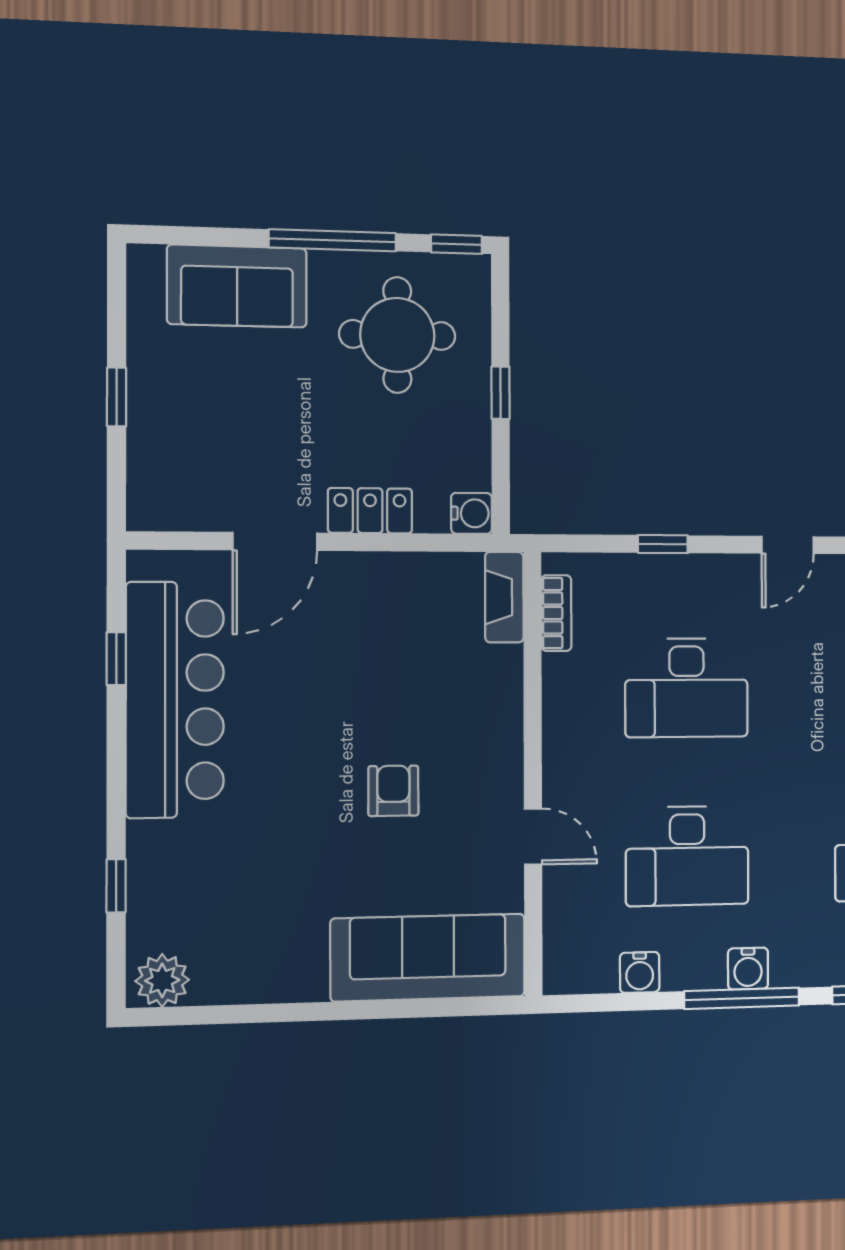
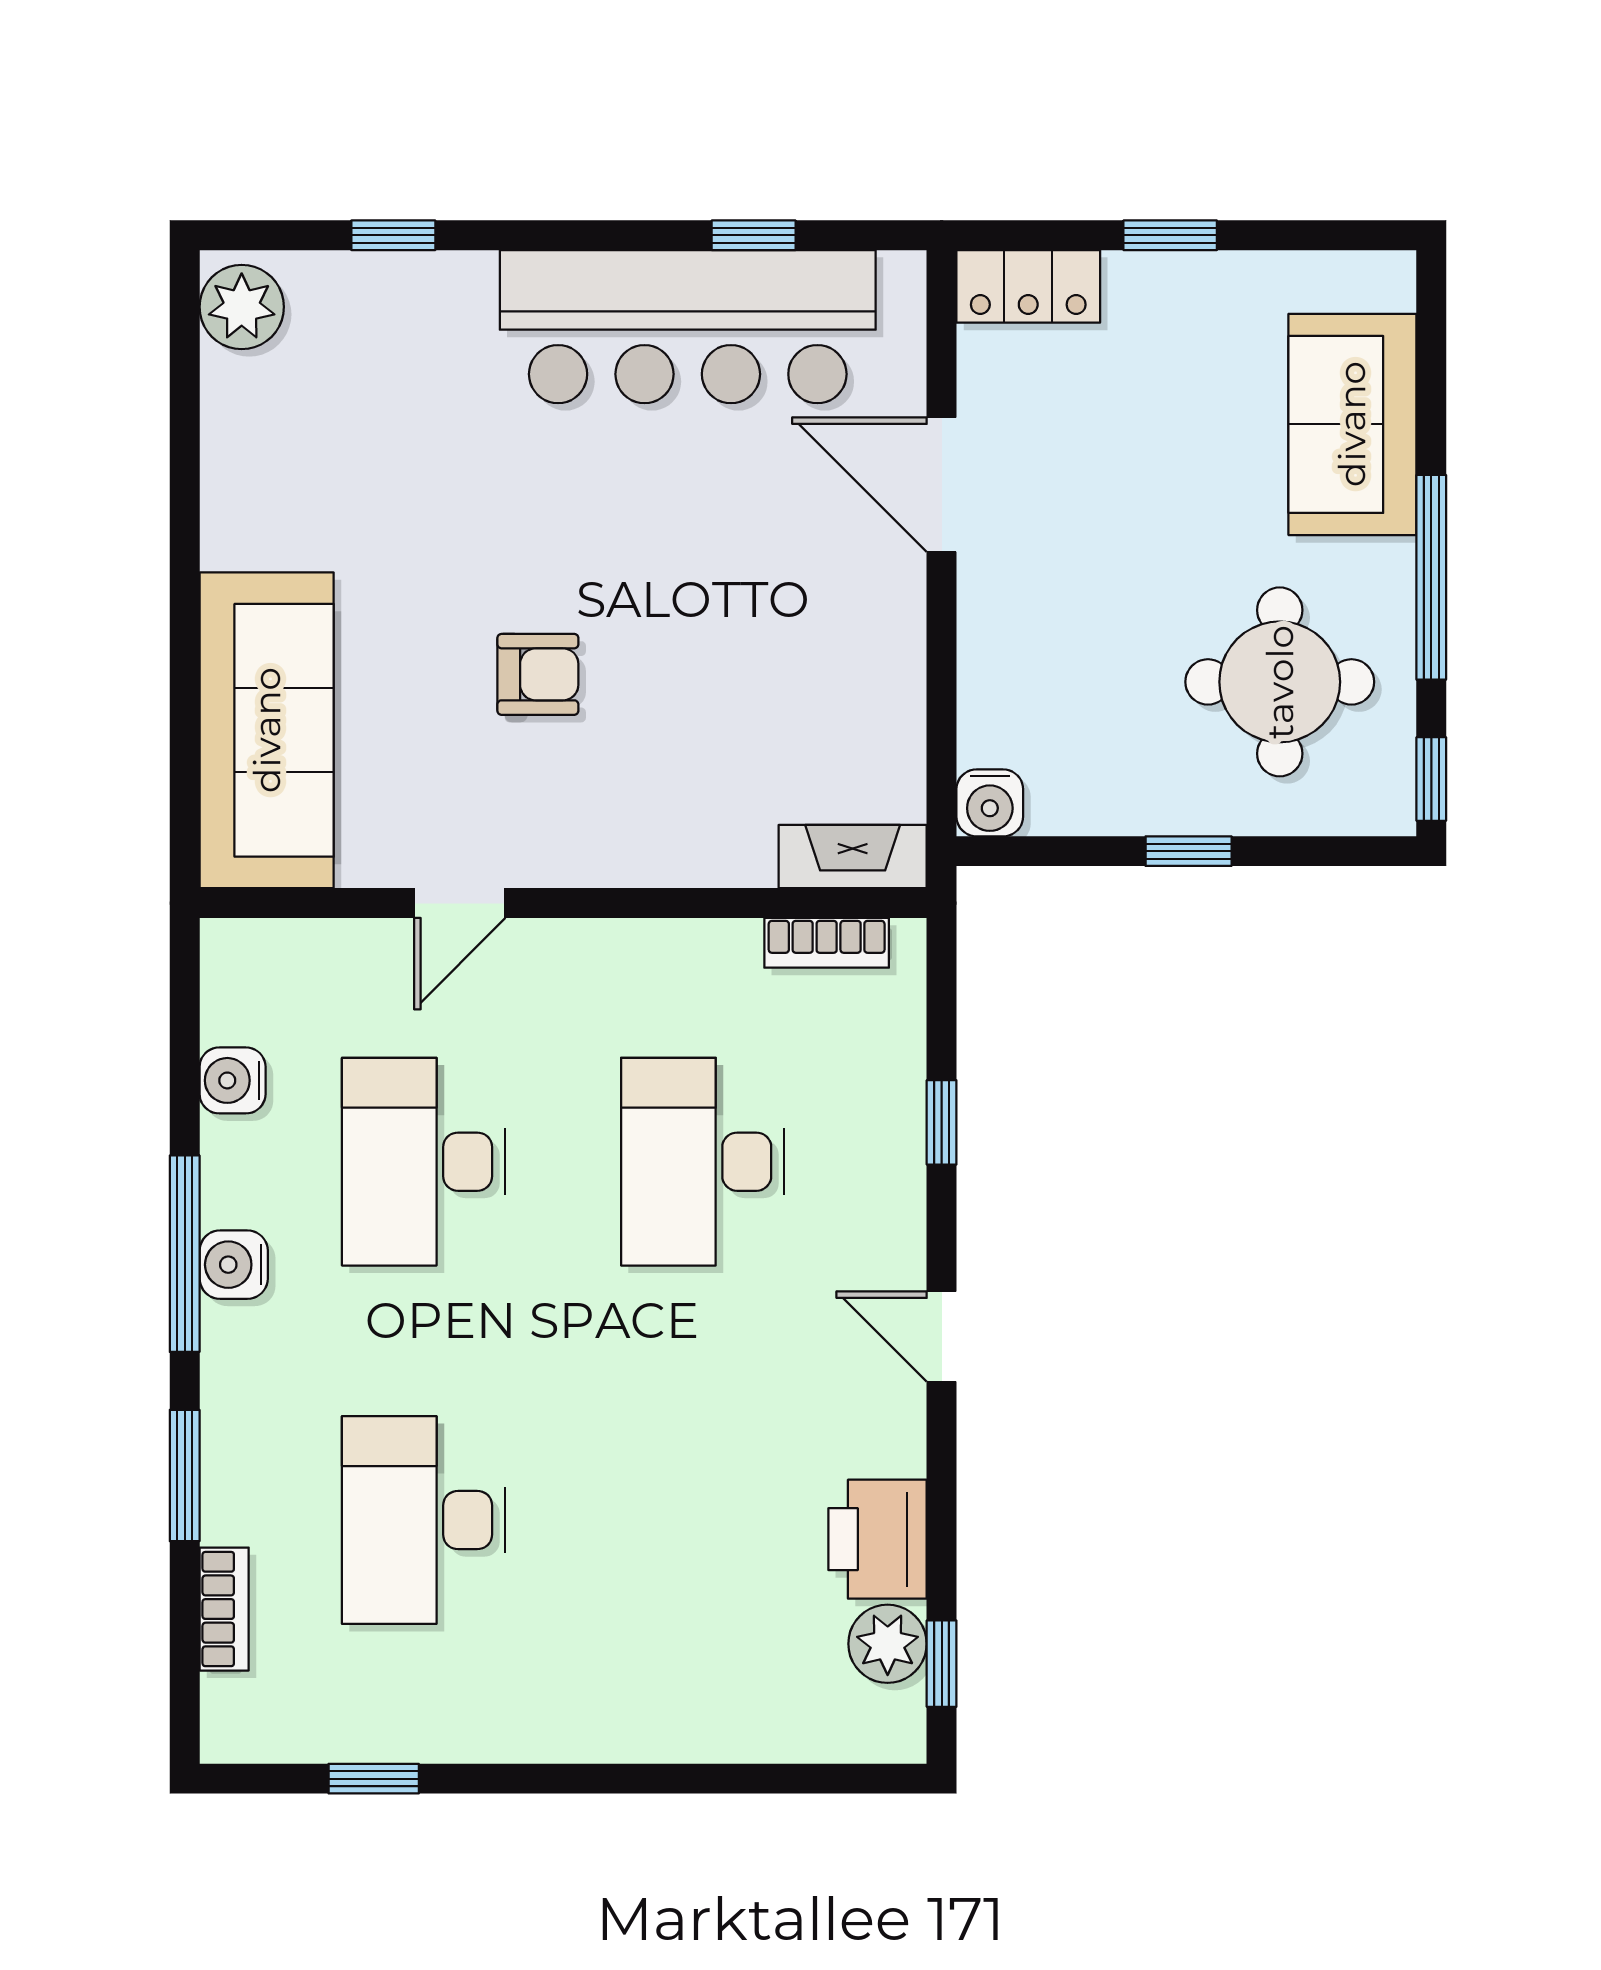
locker: (370, 511) -> (1028, 286), moved, turned 90

